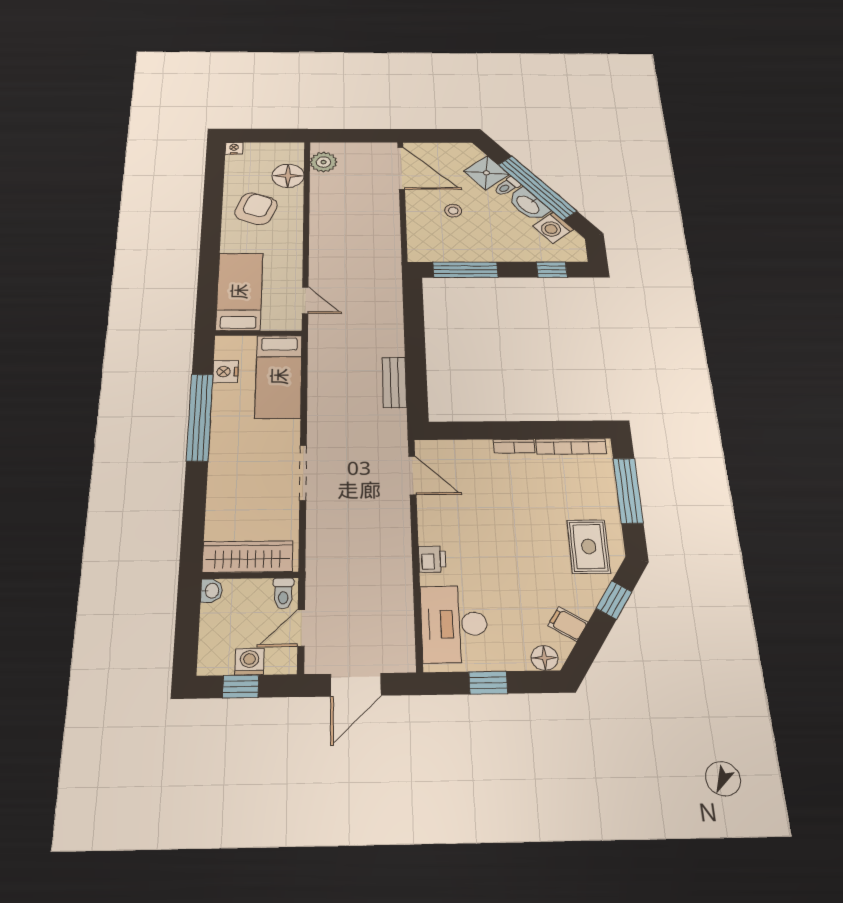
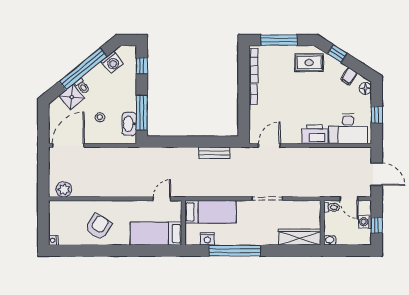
floor lamp: (288, 176) -> (74, 209), removed
washbasin: (528, 204) -> (129, 124), moved, turned 129
armchair: (256, 209) -> (98, 227), turned 102
wardrobe: (248, 557) -> (300, 237), moved, turned 90
printer: (432, 559) -> (315, 134), width x1.87, depth x1.48

